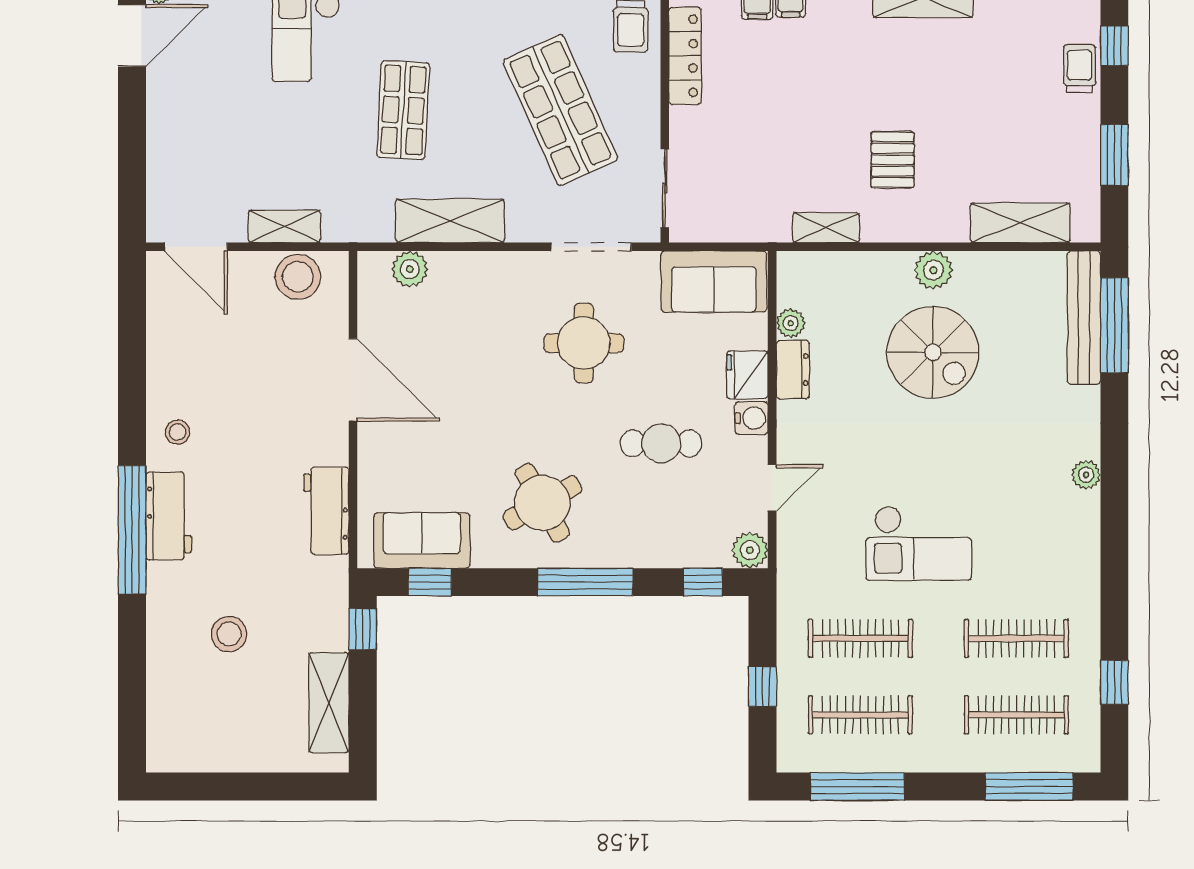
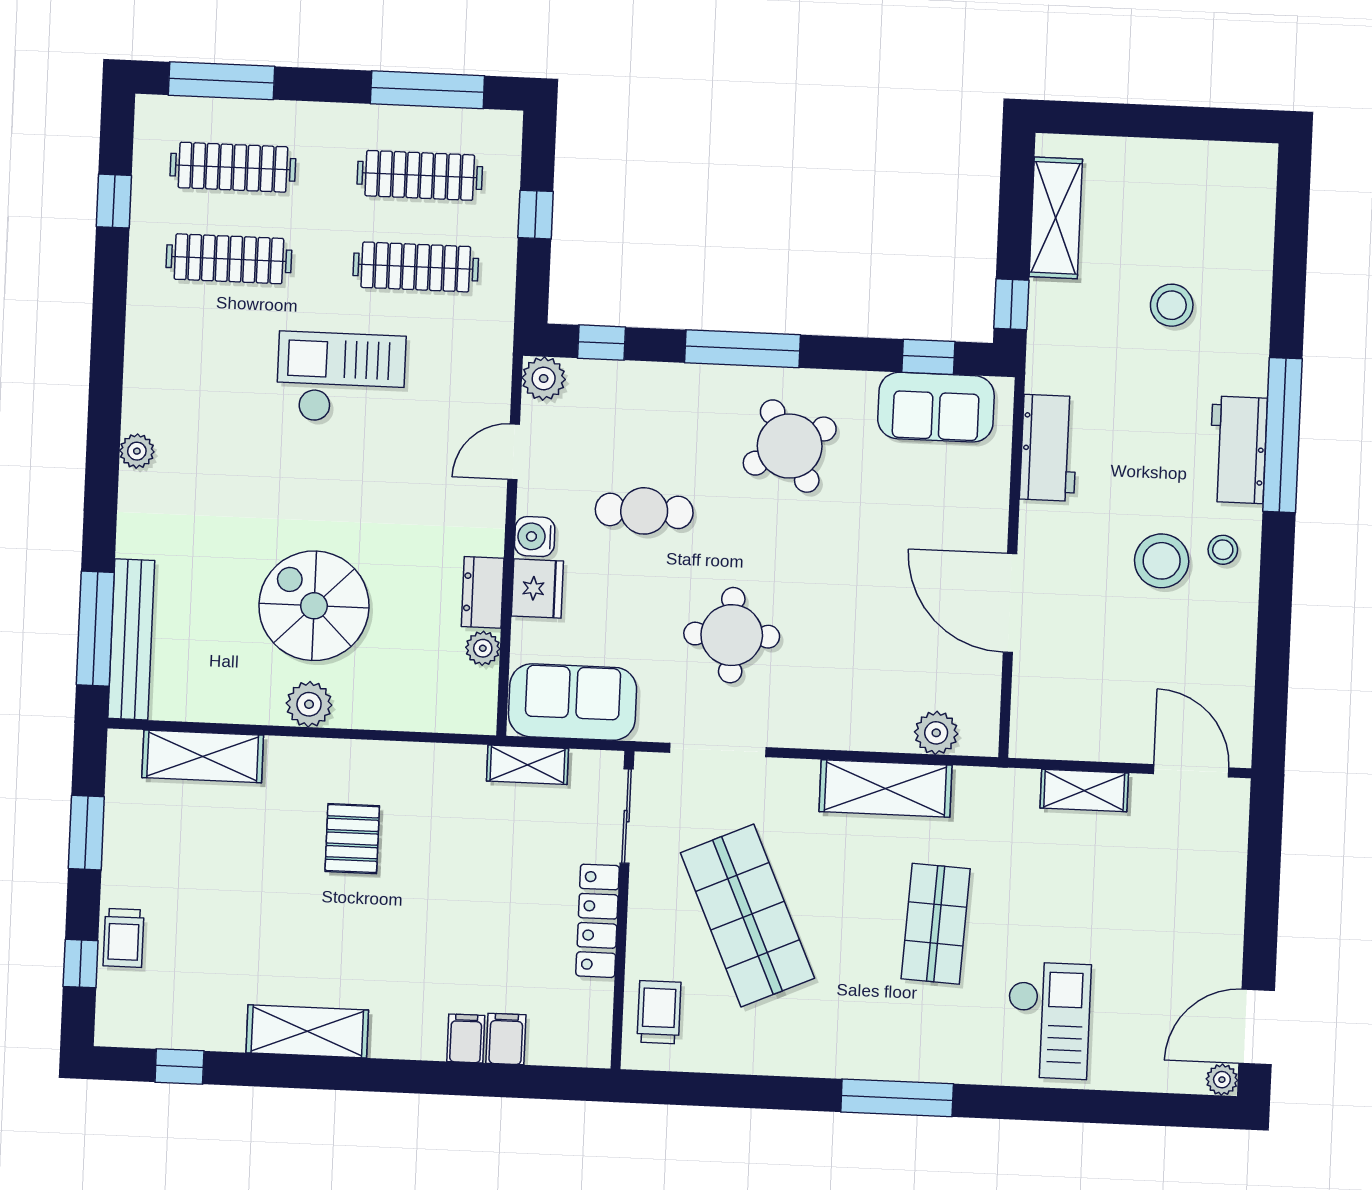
locker: (685, 56) -> (598, 921), moved
shelving: (826, 228) -> (528, 765), moved
stool: (298, 277) -> (1162, 561), moved

